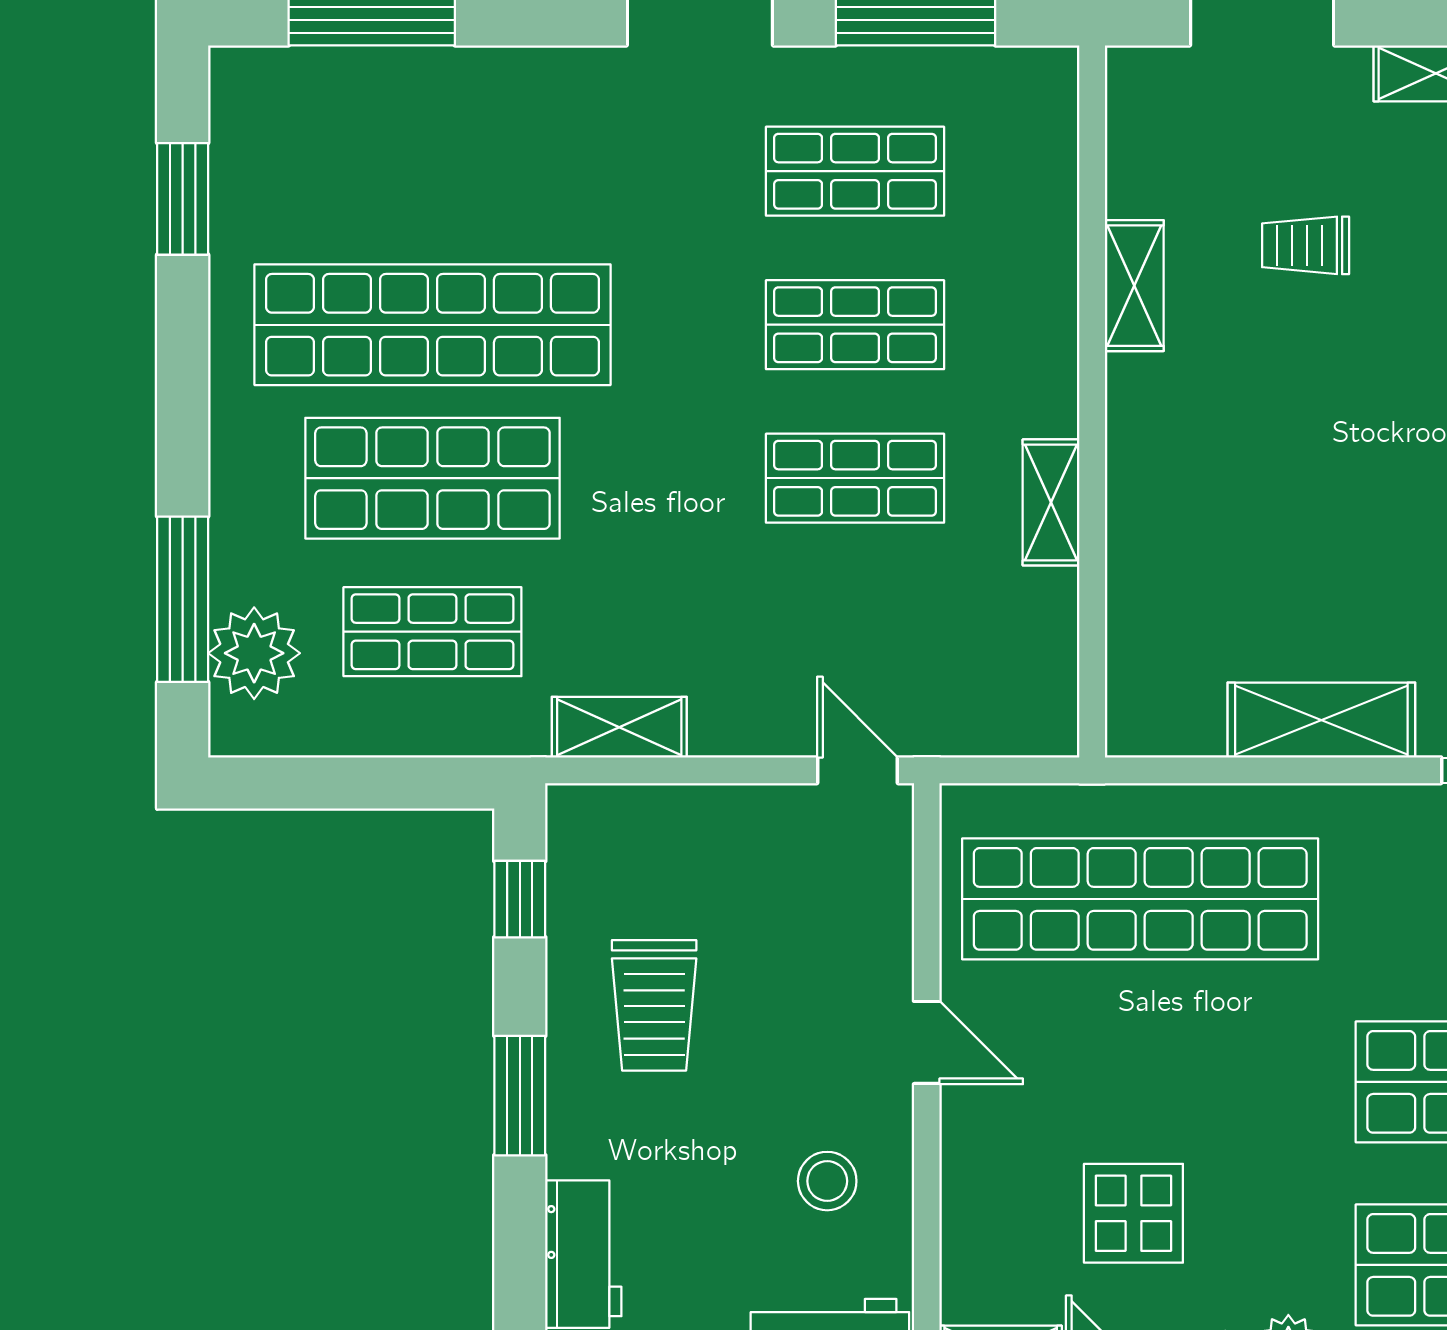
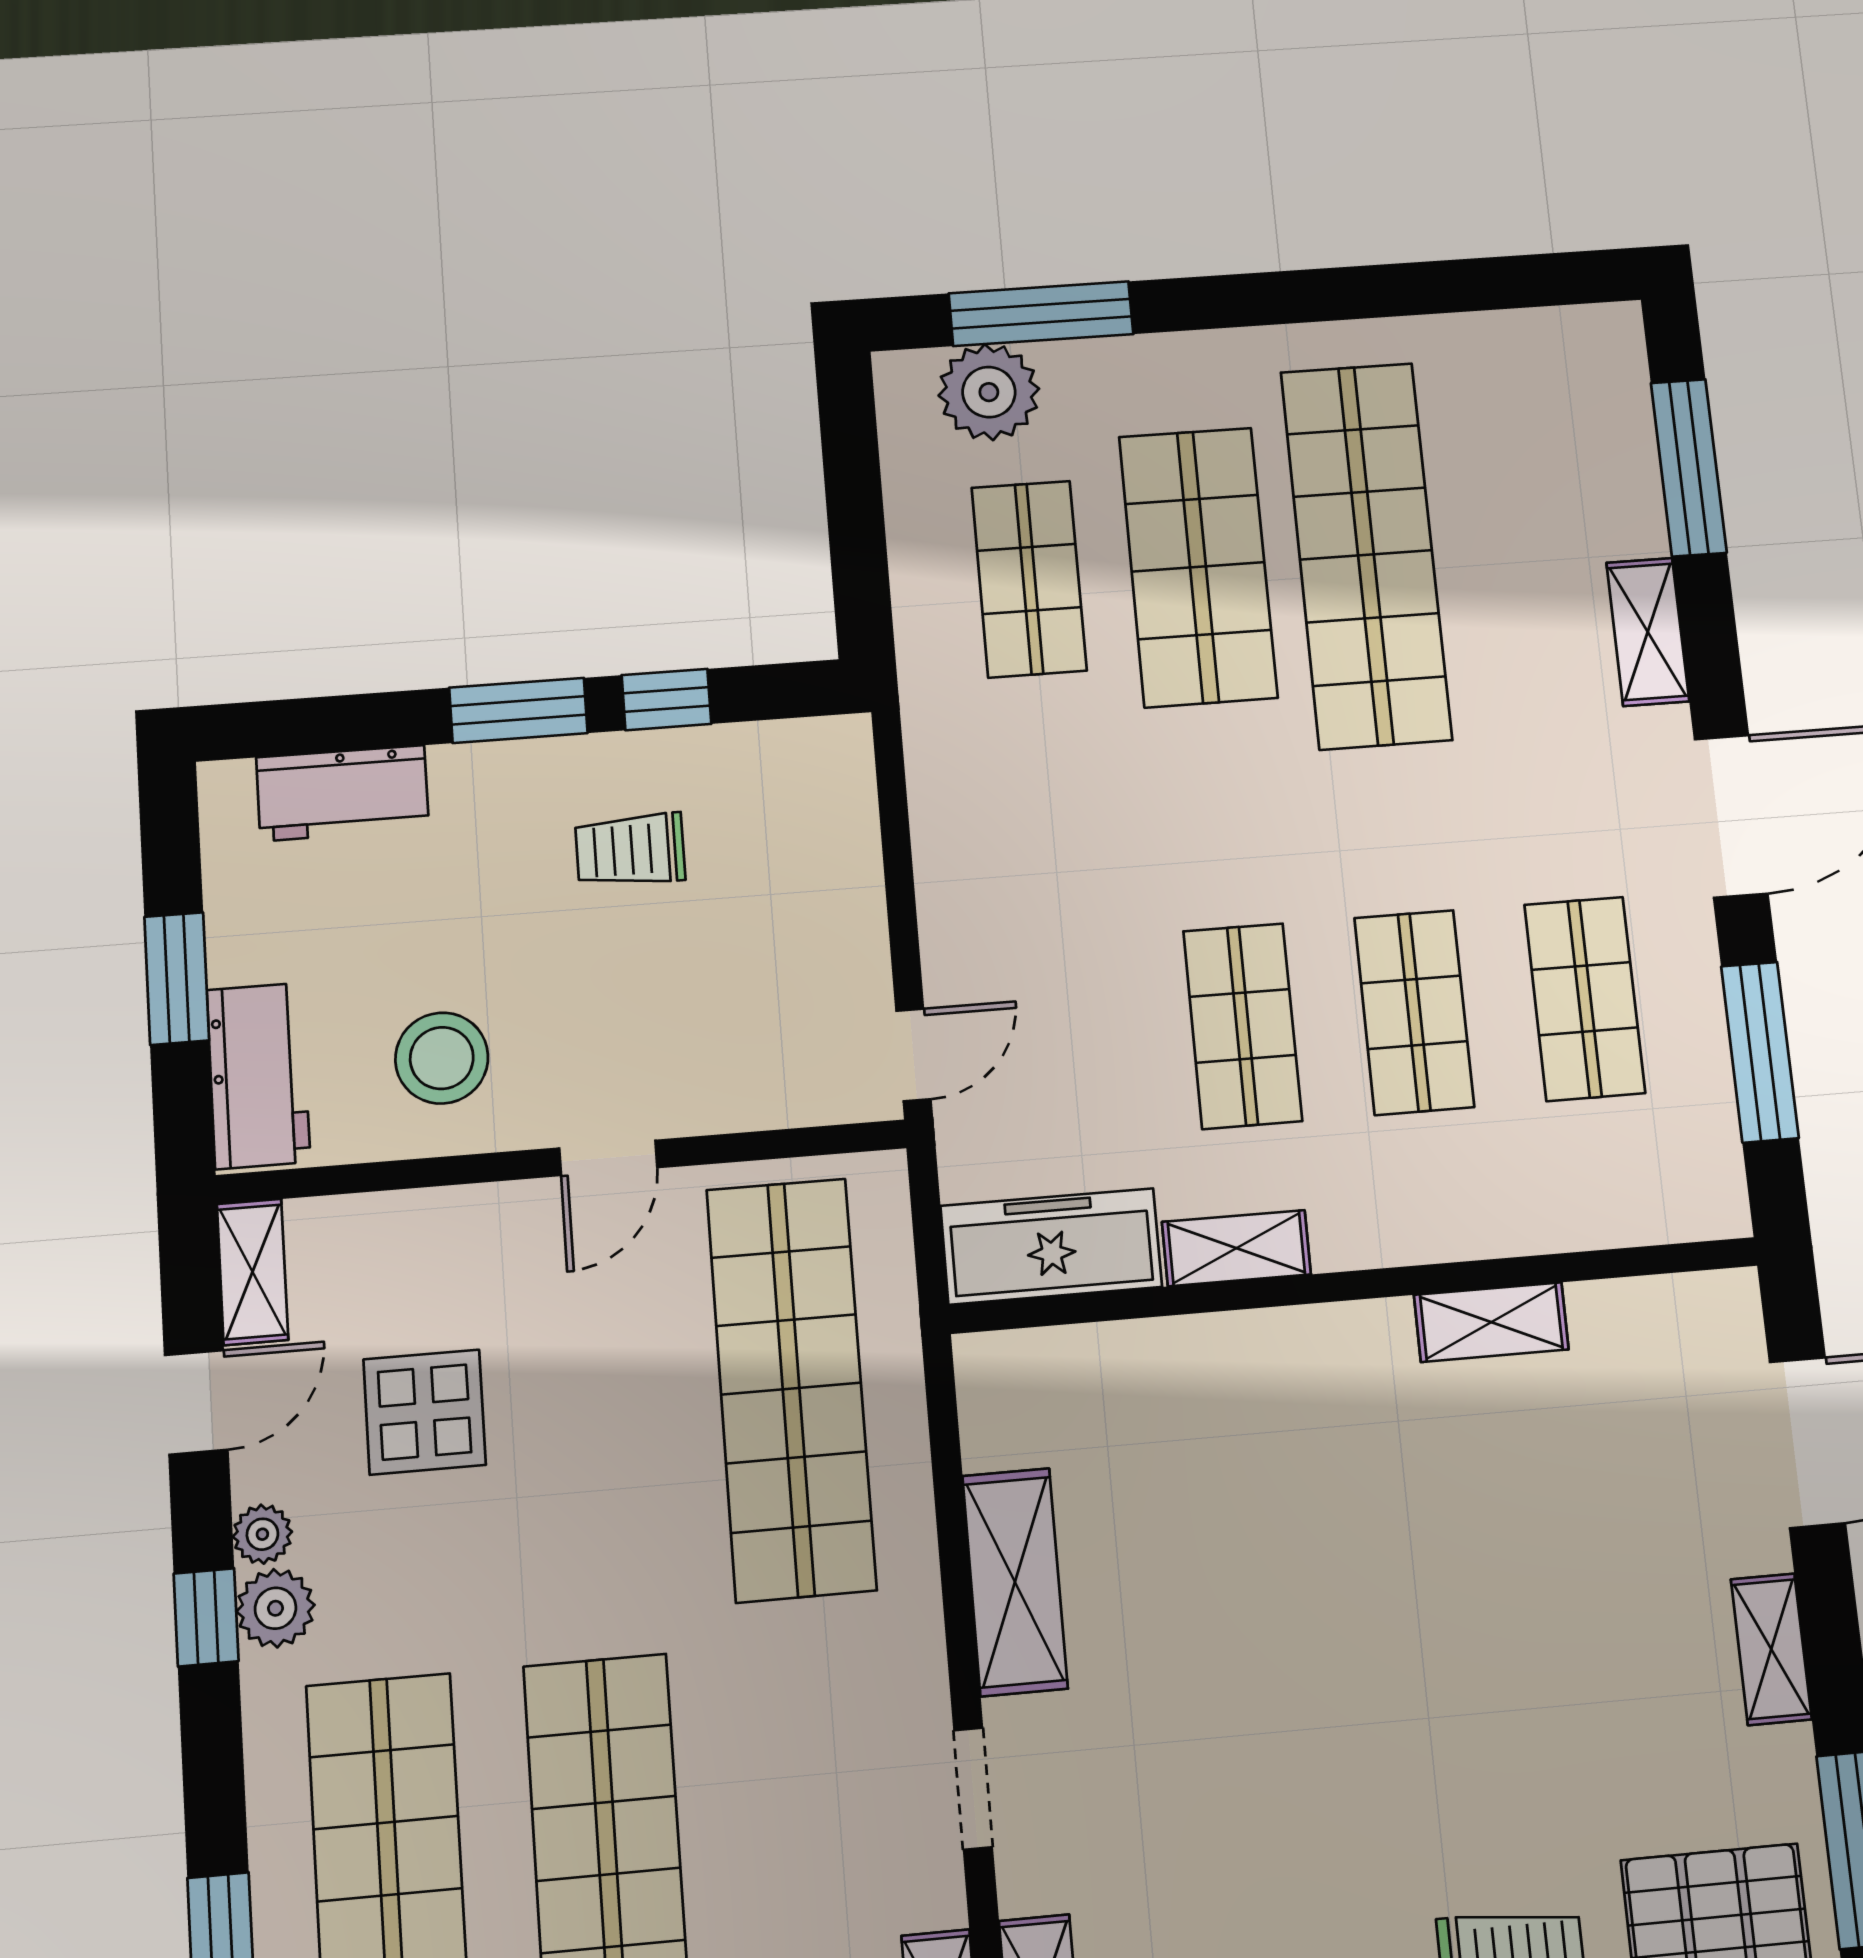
window: (183, 199) -> (1474, 285), removed
trolley: (1306, 245) -> (1558, 1515), removed
freezer: (1036, 664) -> (1051, 1246), added
shelving: (619, 727) -> (1648, 632), moved
window: (520, 899) -> (666, 700), moved
trolley: (654, 1005) -> (630, 850), width x0.73, depth x0.72
stool: (827, 1181) -> (442, 1058), width x1.38, depth x1.38

